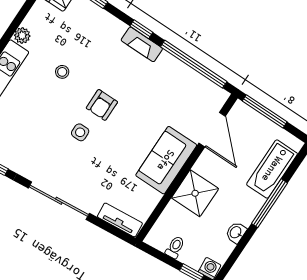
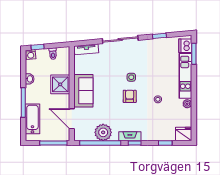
plant: (178, 77) -> (103, 132), added

